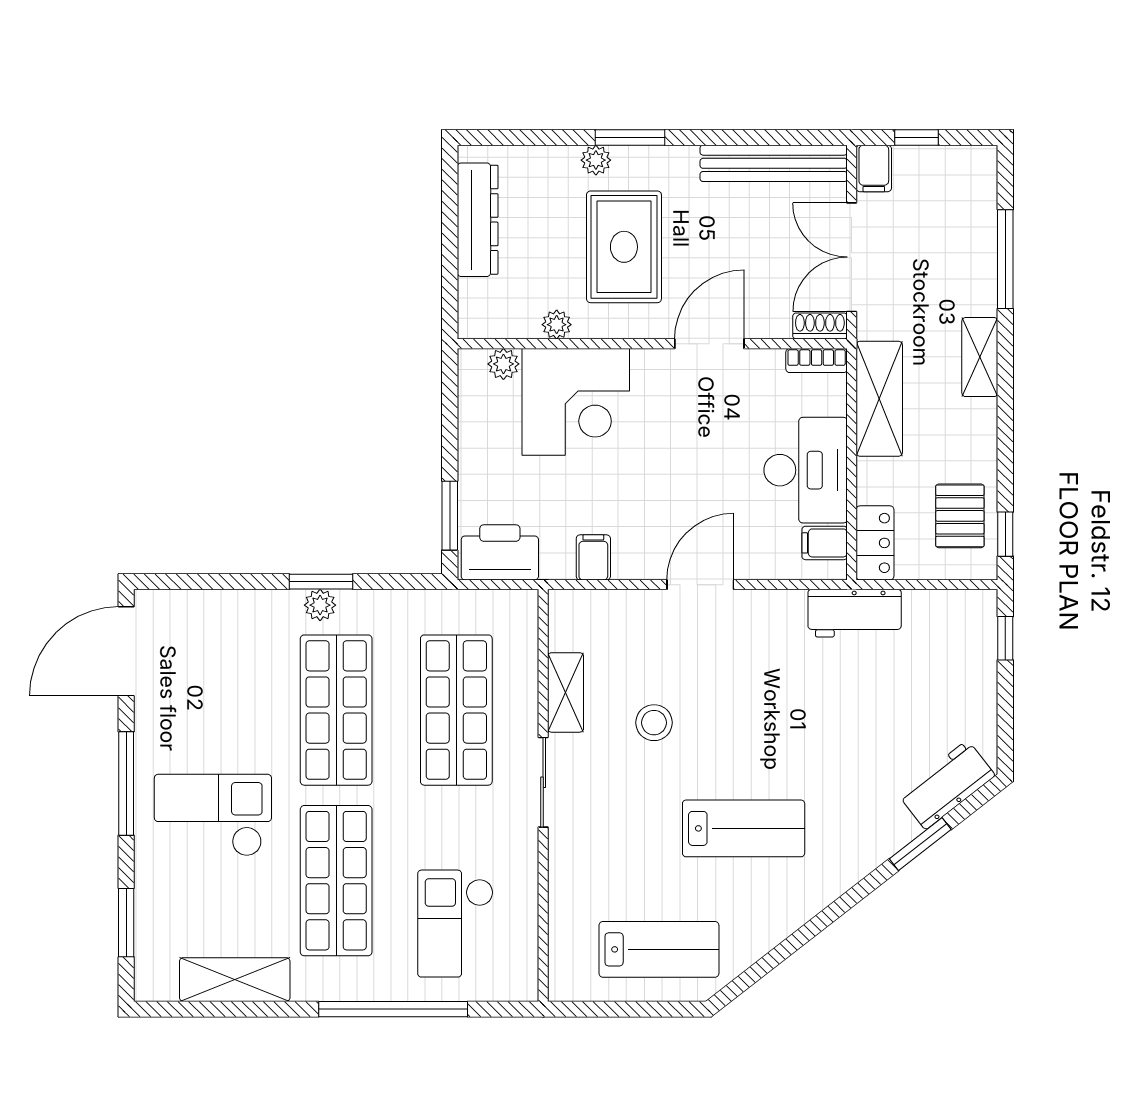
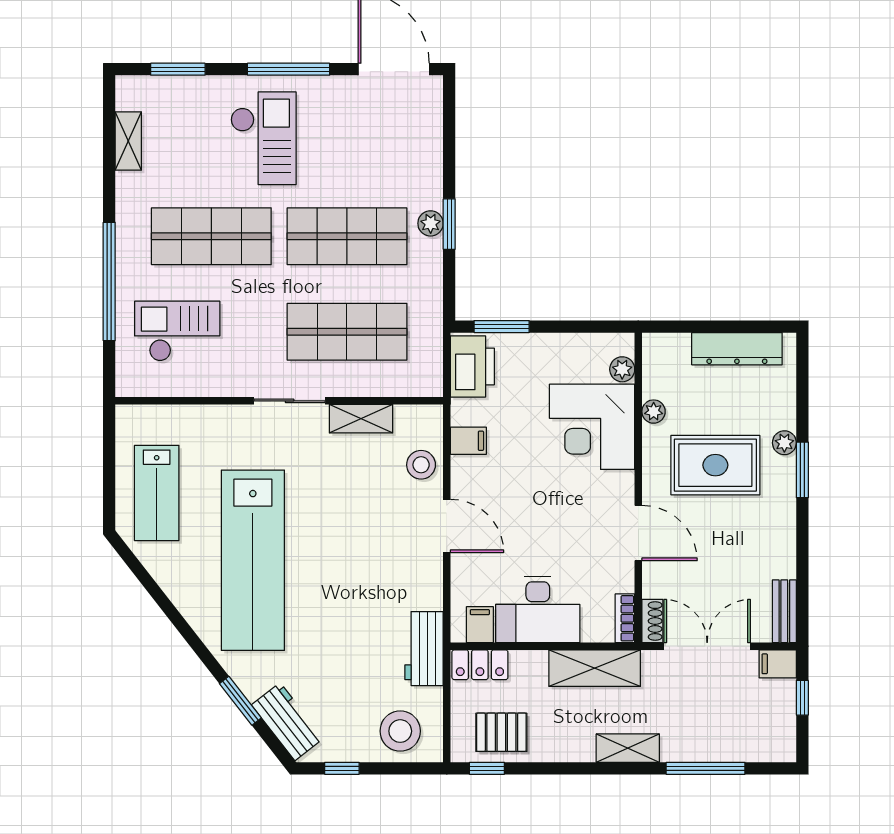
bench: (774, 163) -> (784, 611), width x0.54, depth x0.82
window: (1005, 638) -> (342, 768), moved
stool: (958, 643) -> (400, 731), added
stool: (654, 723) -> (421, 465), moved
lab bench: (744, 828) -> (253, 560), width x1.86, depth x1.39
shelving: (235, 980) -> (128, 141), width x0.67, depth x0.75

